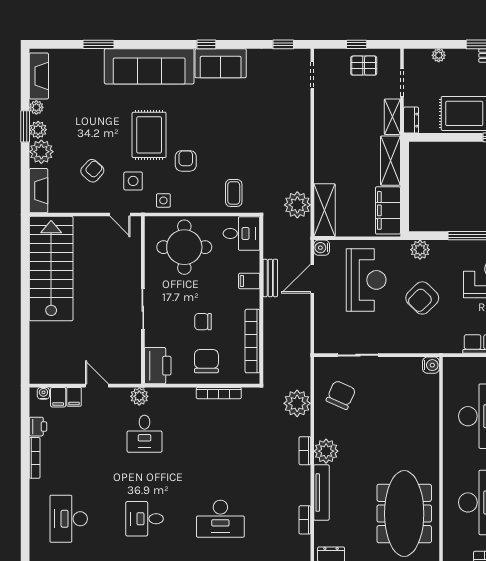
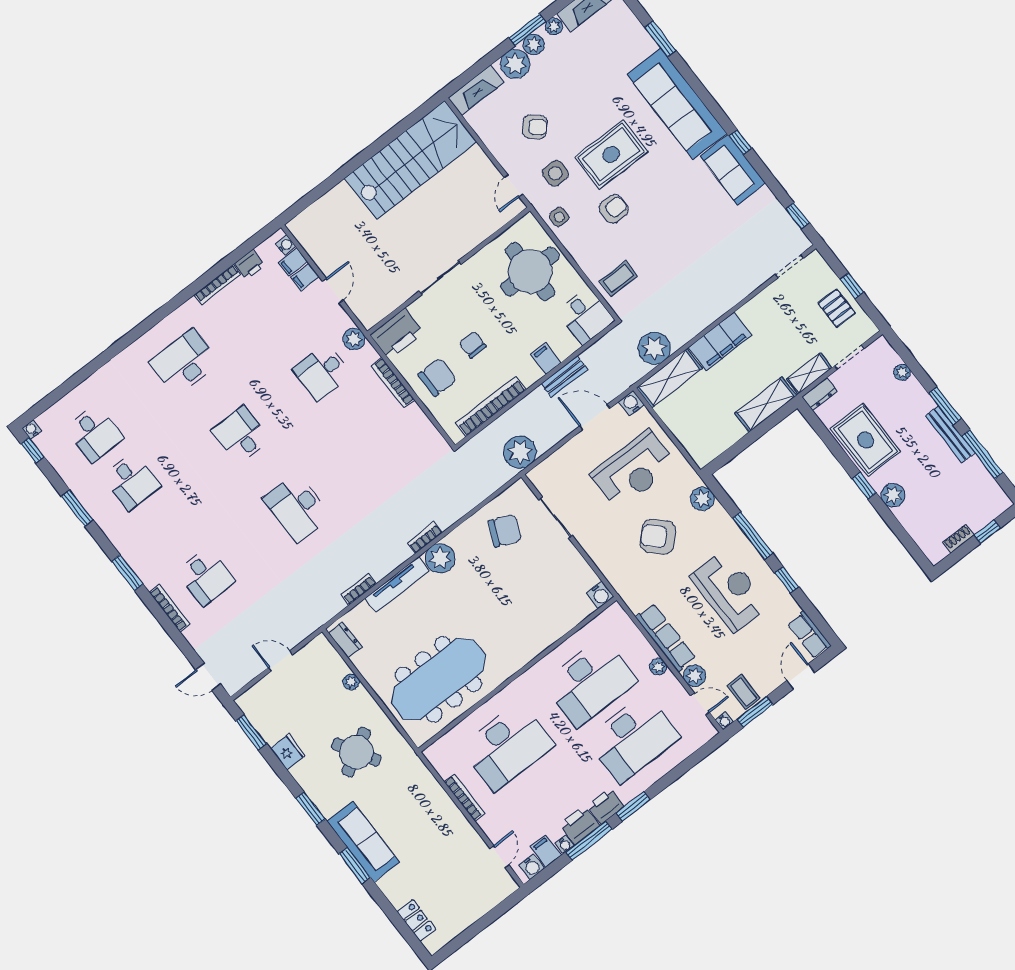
filing cabinet: (388, 210) -> (720, 341), moved, turned 180
bookcase: (219, 393) -> (393, 383), moved
plant: (297, 403) -> (520, 452), moved

